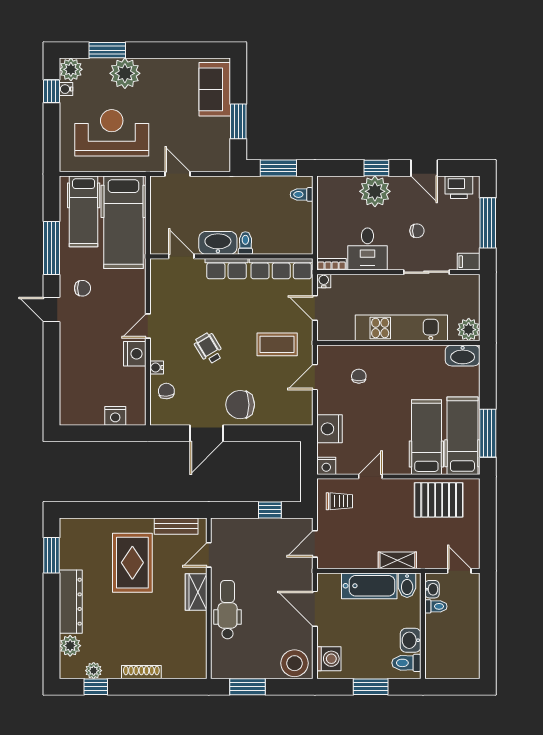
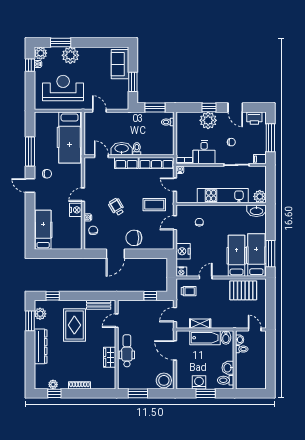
hospital bed: (84, 211) -> (43, 230), moved, turned 180
nightstand: (115, 416) -> (65, 244), removed
window: (93, 510) -> (53, 296), added
shelving: (397, 560) -> (200, 324), moved
wardrobe: (196, 592) -> (110, 357), moved
plant: (70, 646) -> (40, 314), moved
washing machine: (329, 659) -> (199, 382), moved, turned -90

